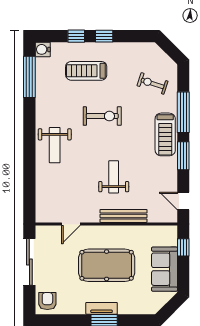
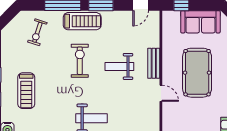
exercise bike: (102, 116) -> (80, 61), moved
bench: (124, 216) -> (154, 63), width x0.73
door: (71, 224) -> (161, 93), moved

